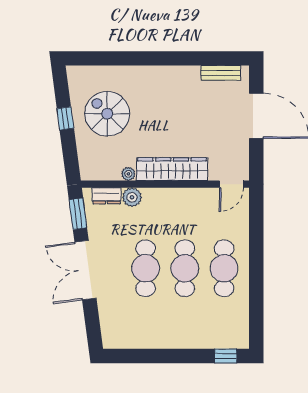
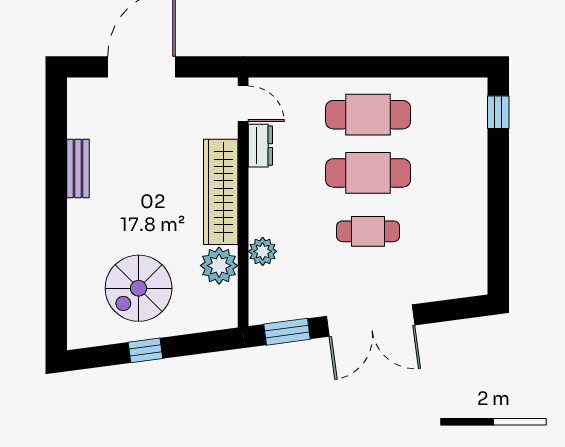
bench: (221, 73) -> (78, 168), moved
plant: (128, 174) -> (219, 266), width x1.88, depth x1.88
dresser: (106, 196) -> (260, 146), moved
cafe table: (146, 268) -> (368, 231), width x0.73, depth x0.74

